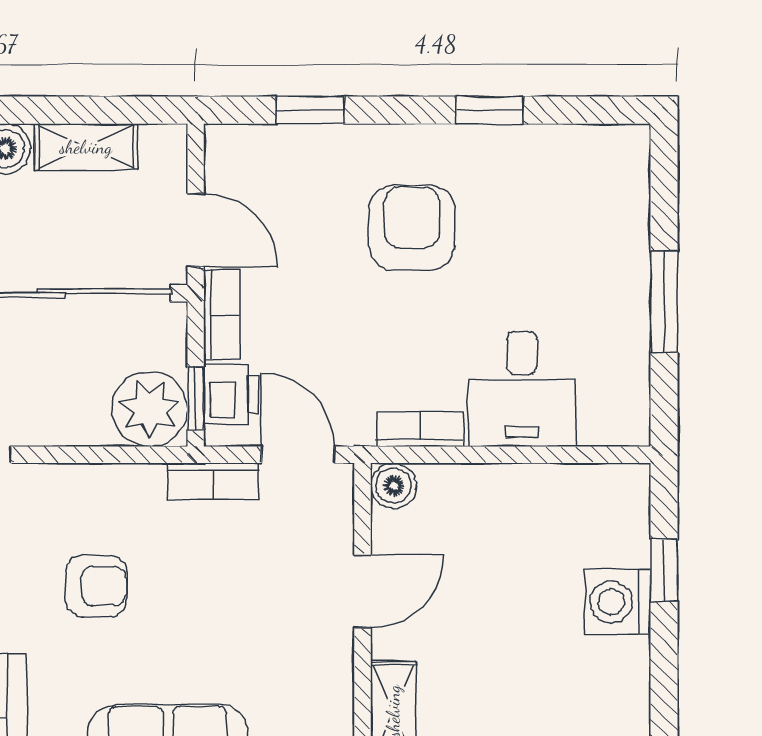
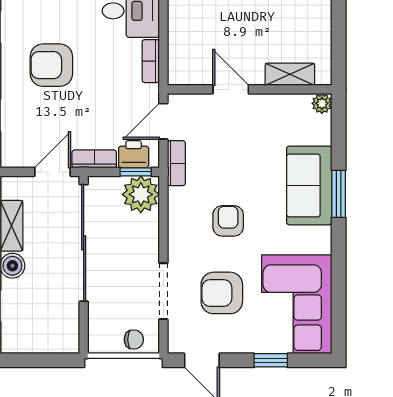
boiler: (394, 486) -> (179, 74), removed

